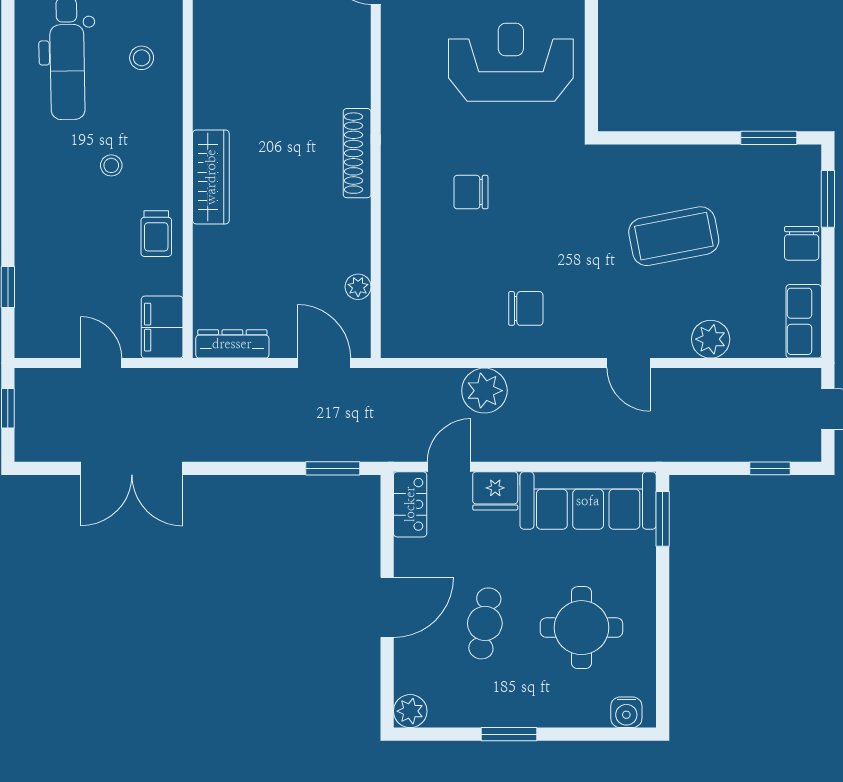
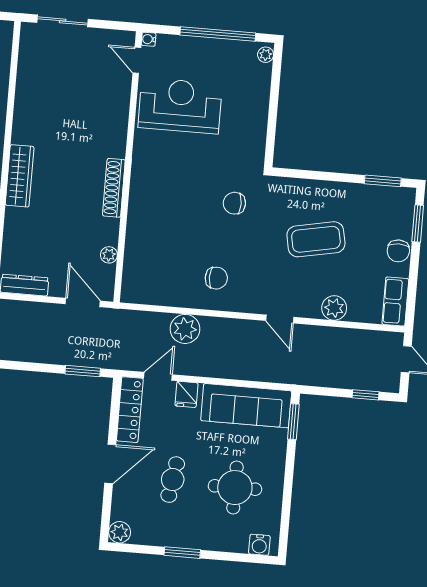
reception desk: (511, 62) -> (180, 106), moved
shoe rack: (357, 153) -> (114, 188), moved
chair: (471, 192) -> (234, 203), moved
fridge: (495, 491) -> (187, 394), width x0.72
locker: (410, 504) -> (130, 410), width x1.53

